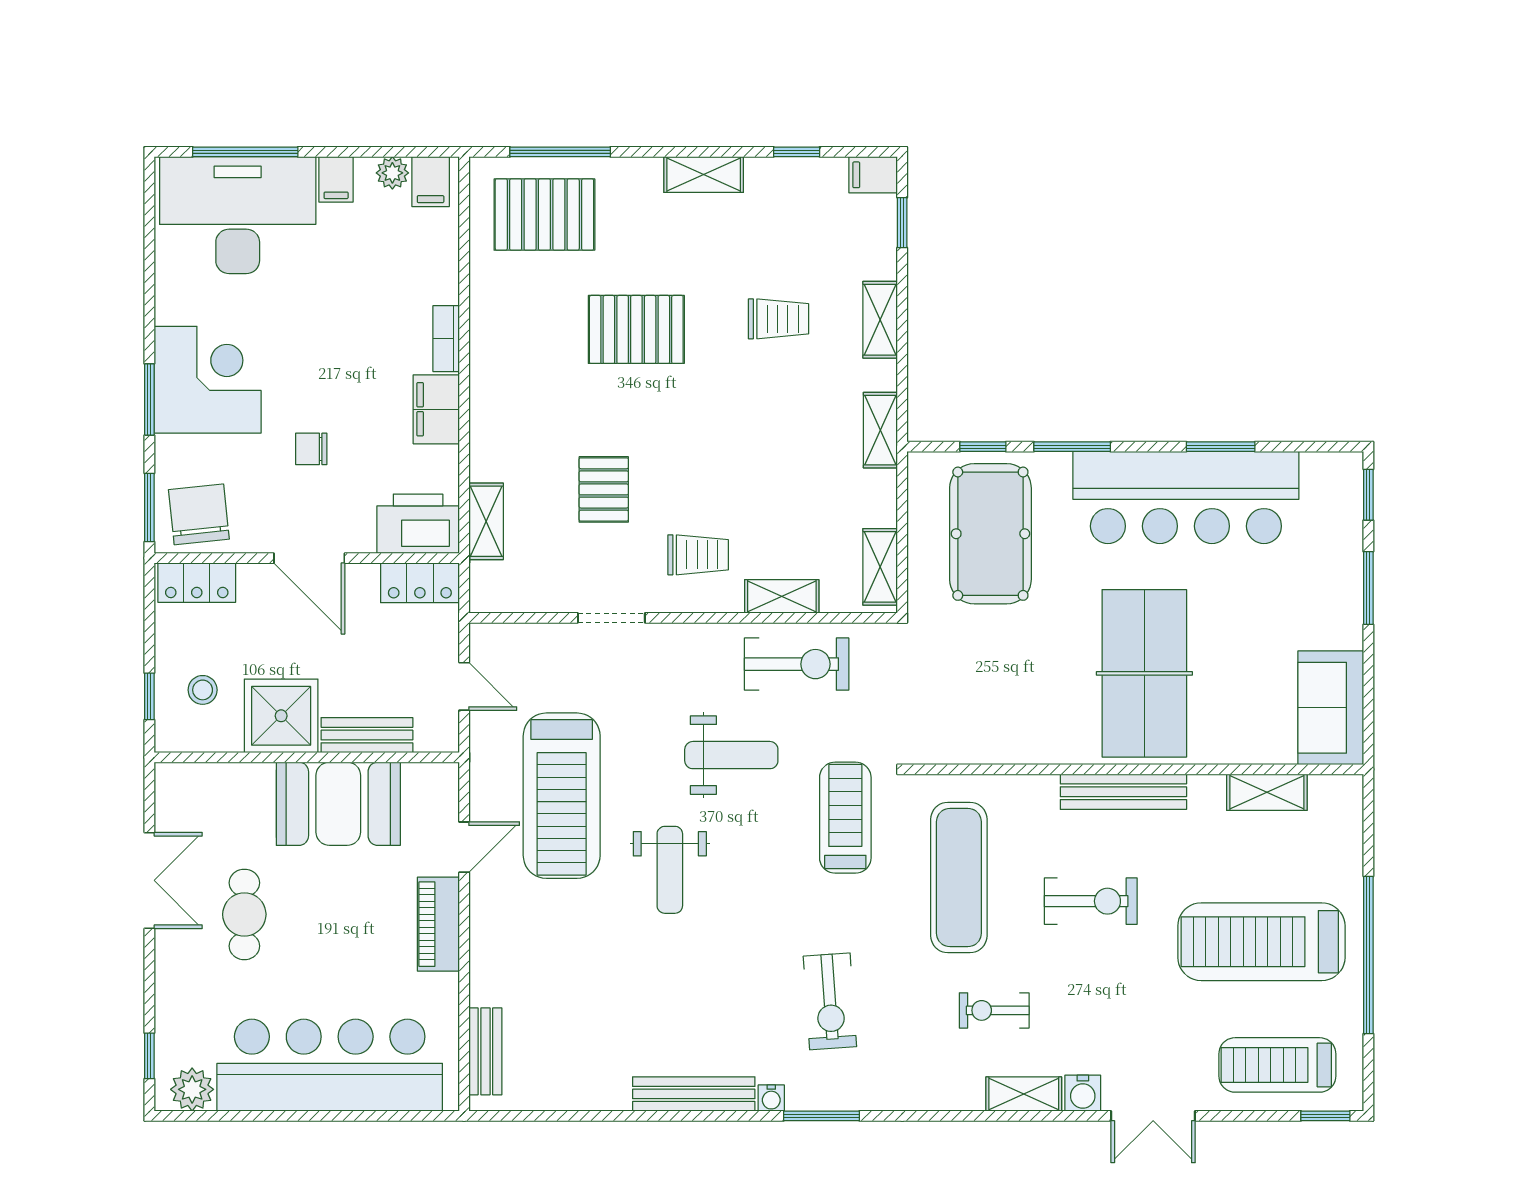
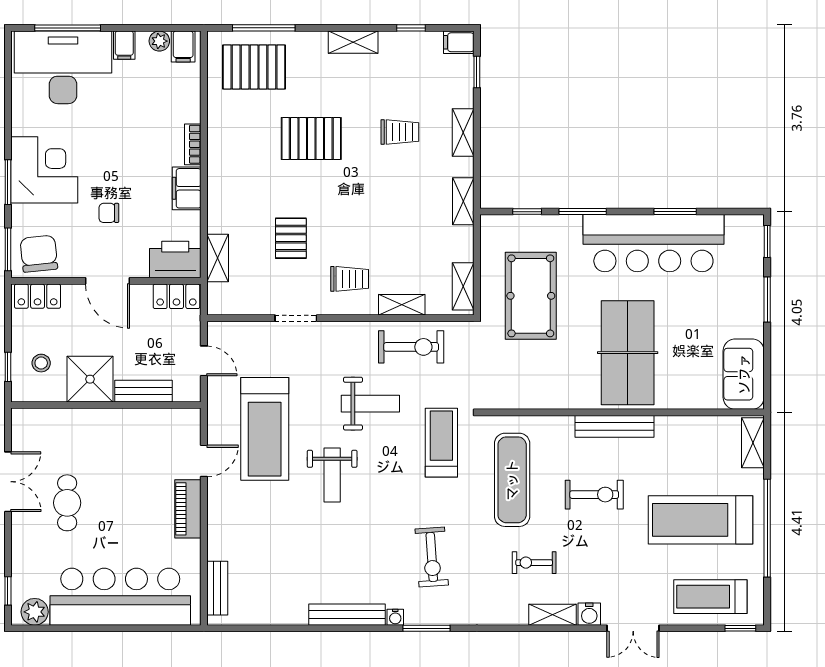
pool table: (990, 534) -> (531, 296), moved
shelving: (1267, 792) -> (753, 443), moved, turned 90
booth: (338, 804) -> (126, 434), removed

